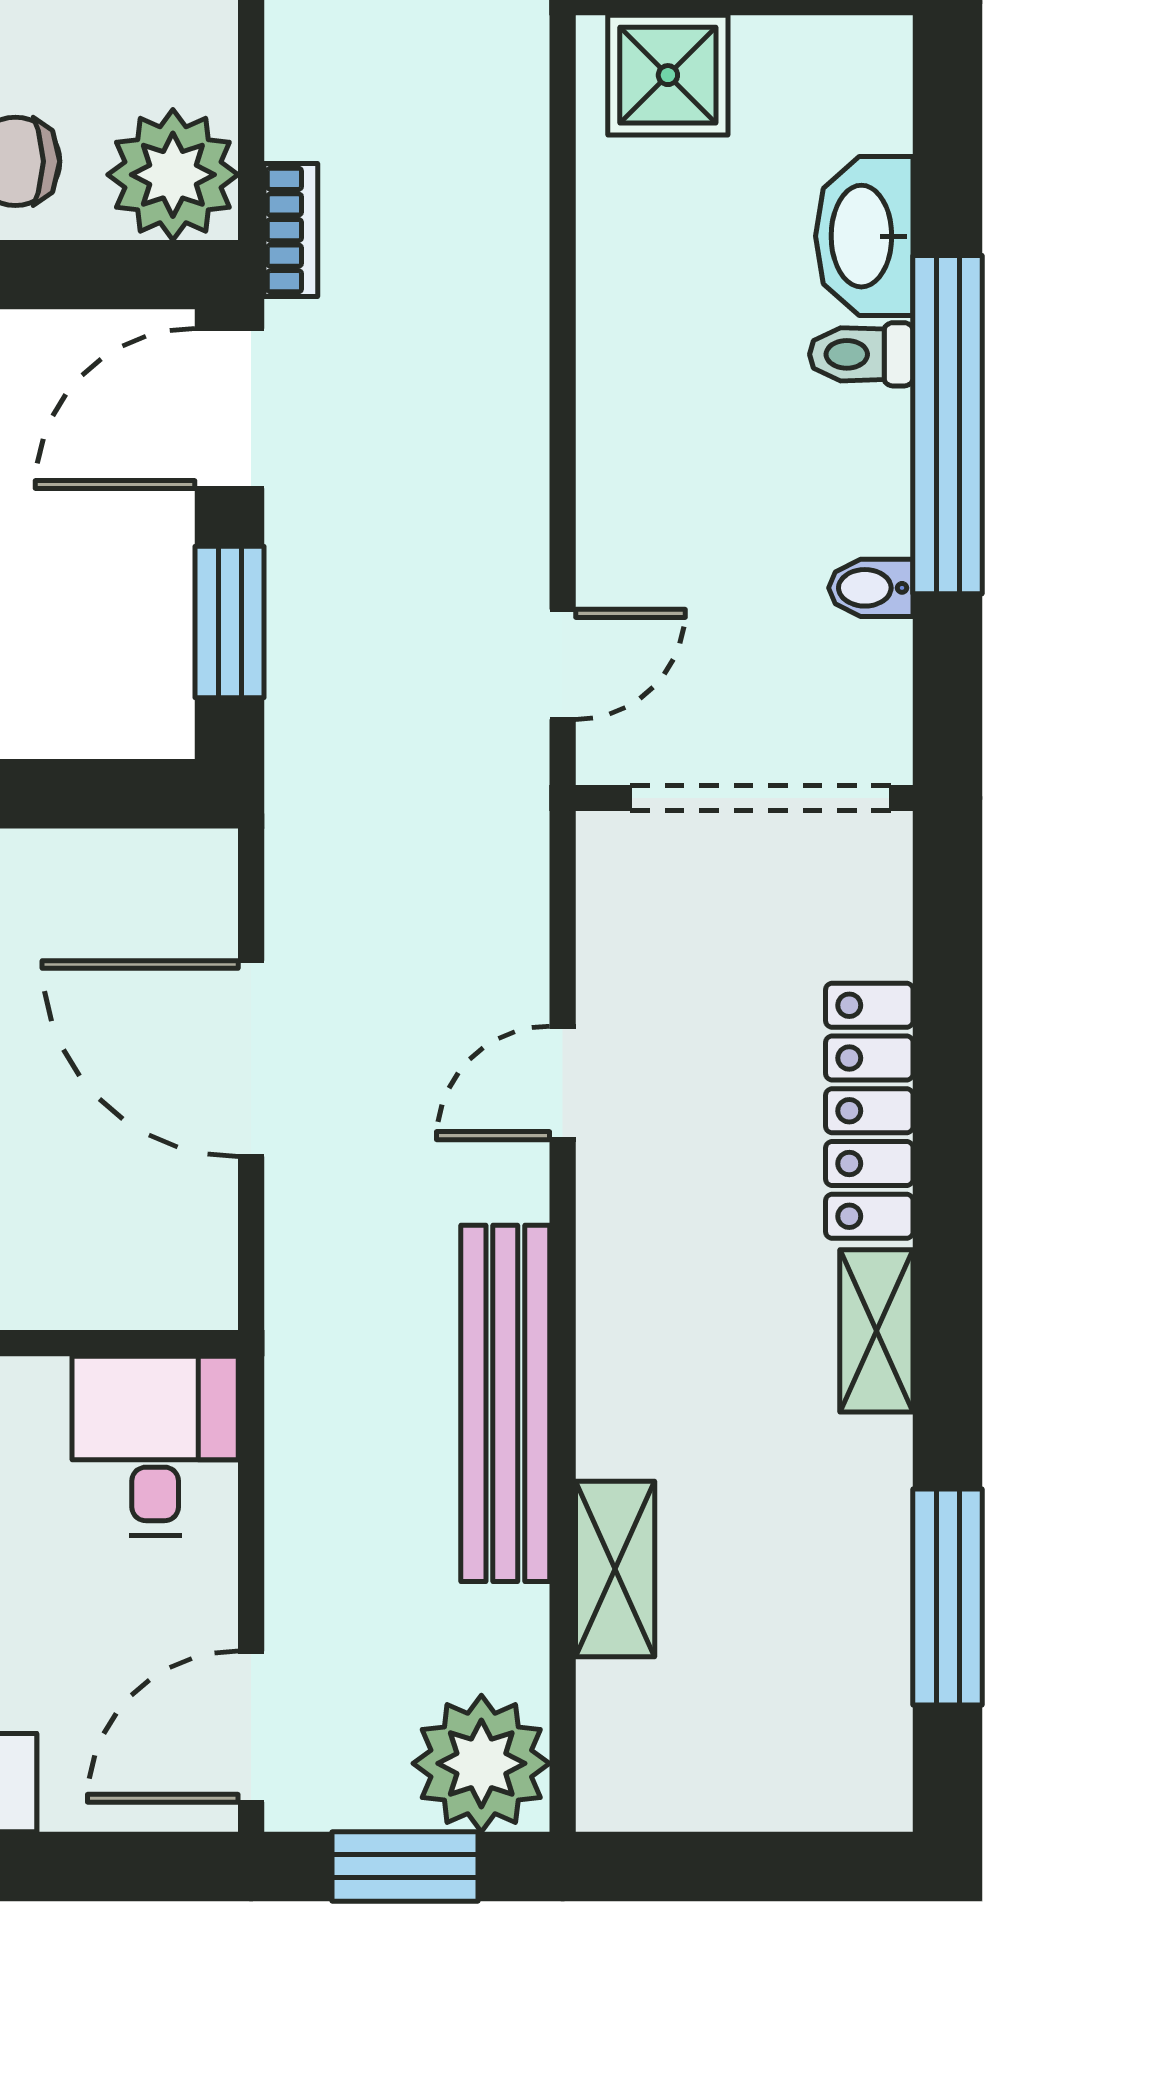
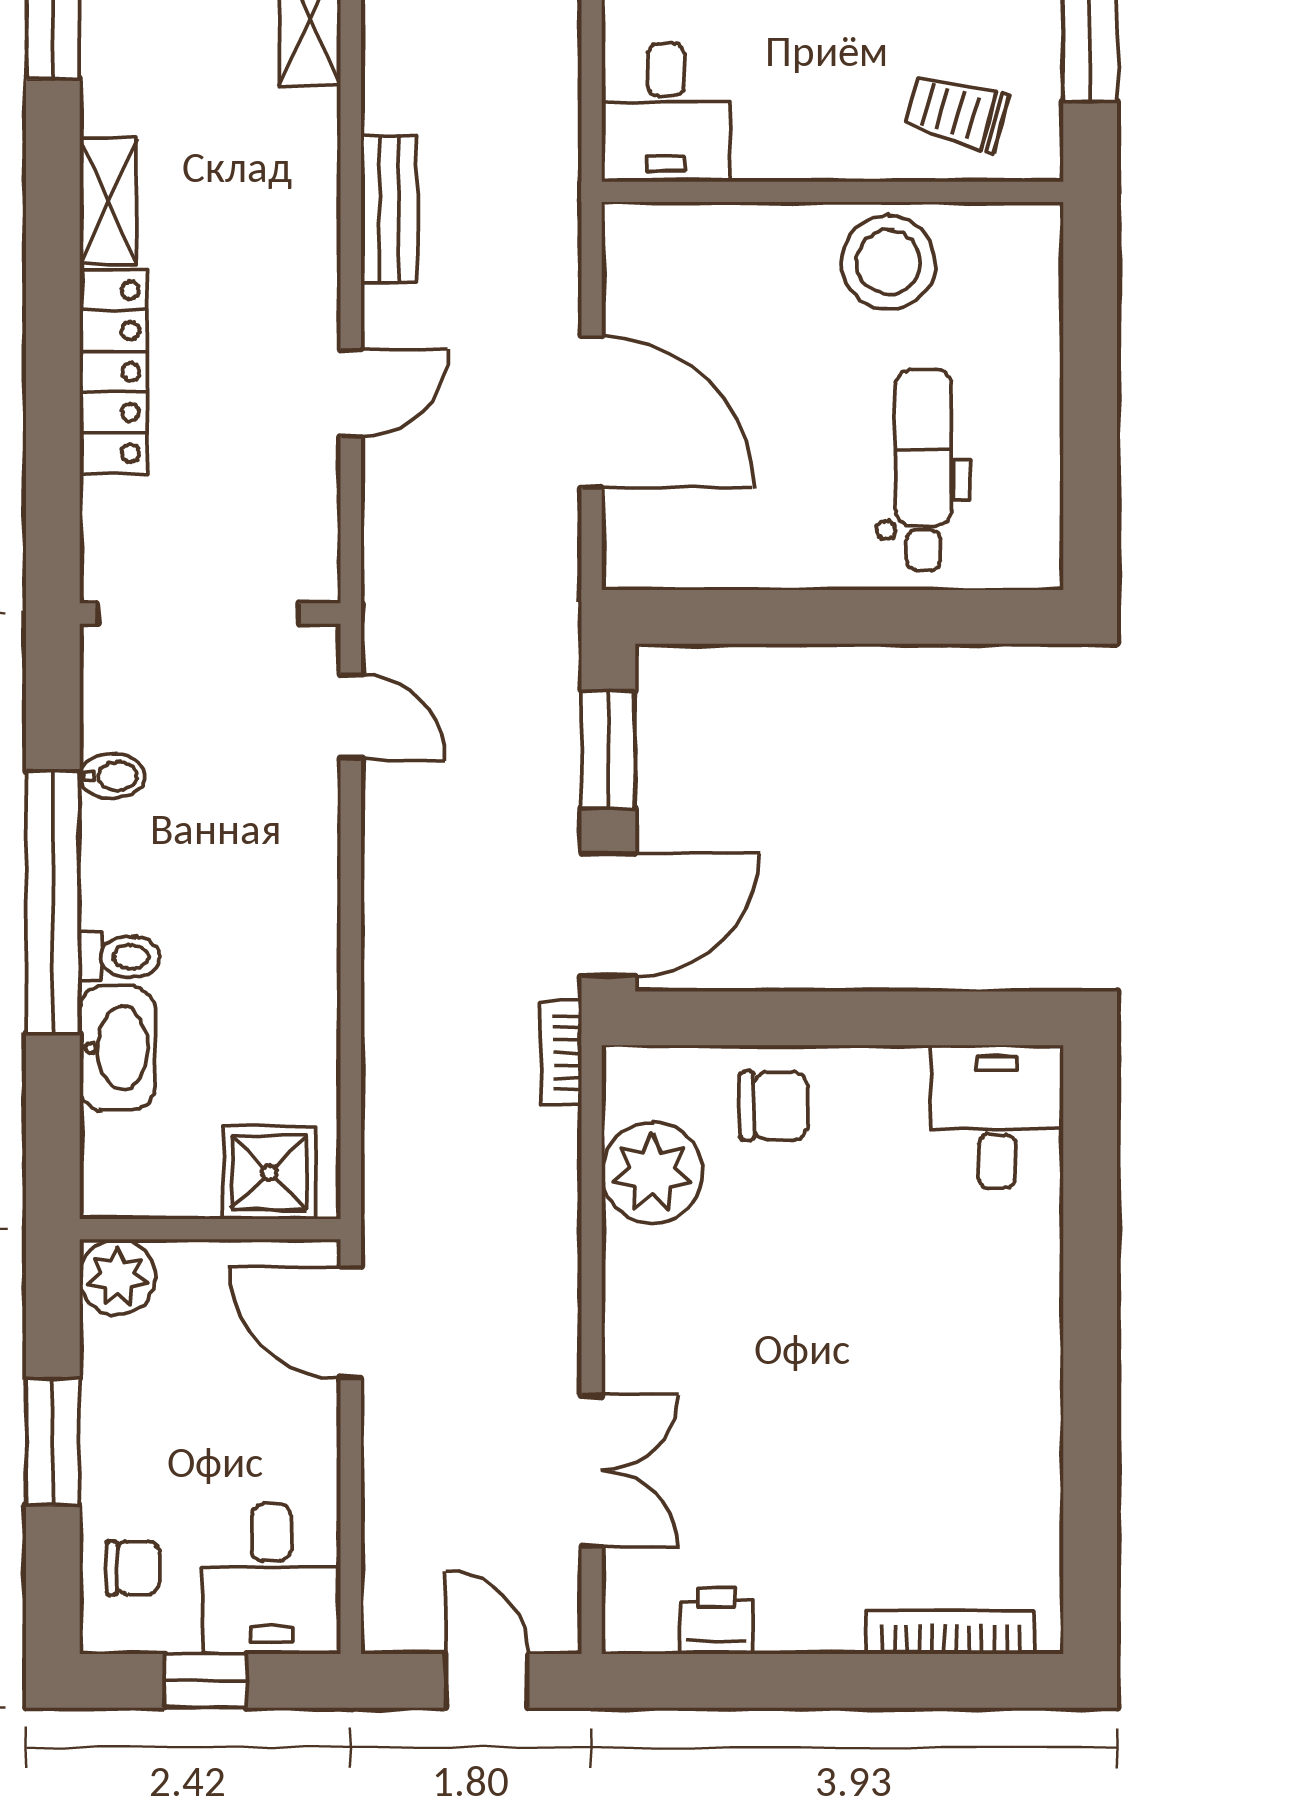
plant: (173, 175) -> (652, 1173), moved
door: (563, 664) -> (351, 717), swing flipped
bench: (505, 1403) -> (389, 209), width x0.54, depth x0.82

